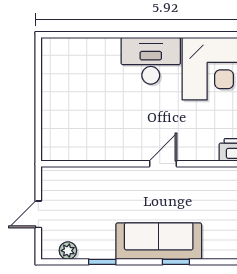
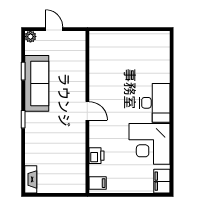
sofa: (159, 241) -> (37, 83), moved
plant: (68, 251) -> (30, 37), moved

